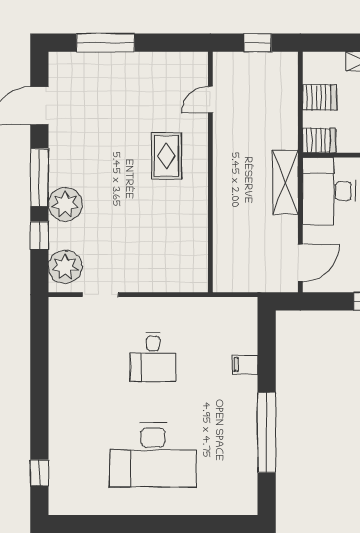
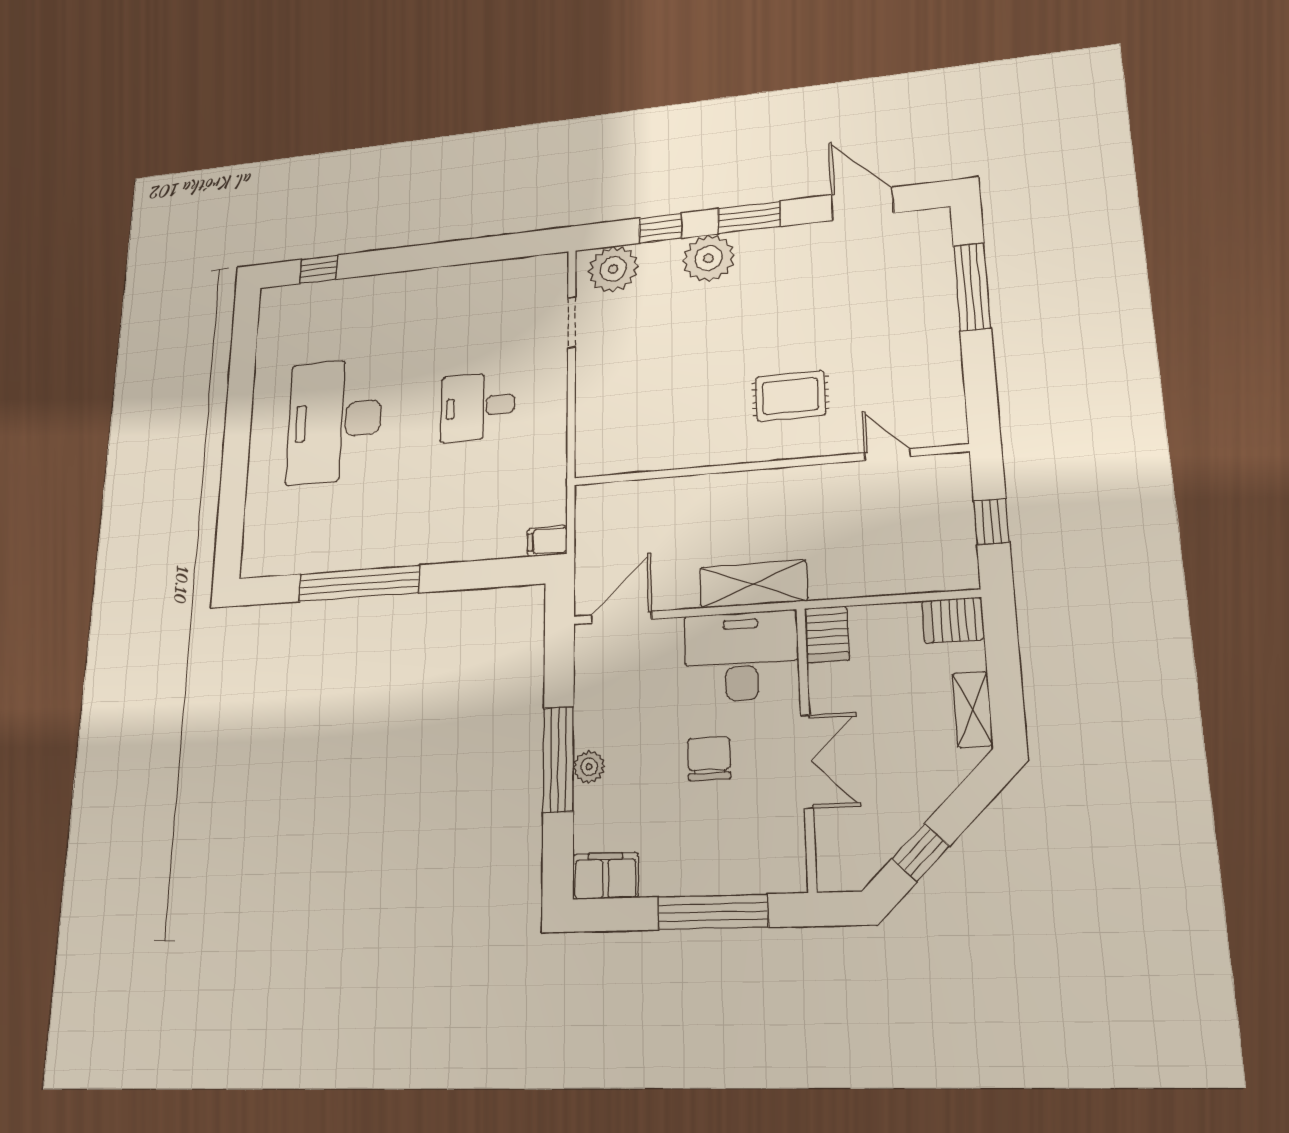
server rack: (319, 97) -> (953, 620), moved, turned 90
window: (39, 177) -> (749, 217), width x0.69
door: (300, 263) -> (621, 617), swing flipped
filing cabinet: (245, 364) -> (547, 541), moved, turned -90

